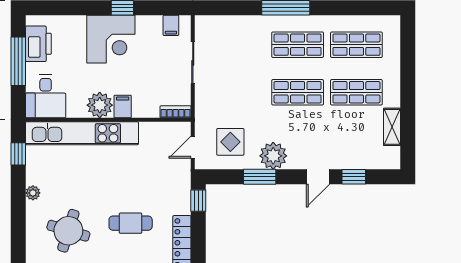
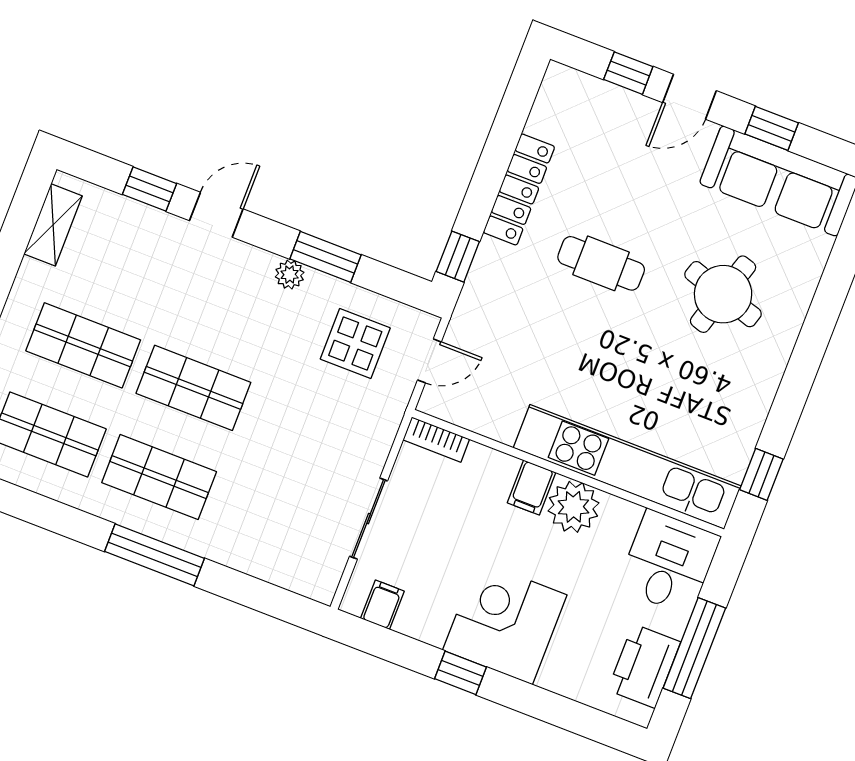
shelving: (392, 127) -> (53, 225), moved
plant: (273, 156) -> (290, 275), width x0.53, depth x0.53
plant: (33, 193) -> (762, 391), removed

